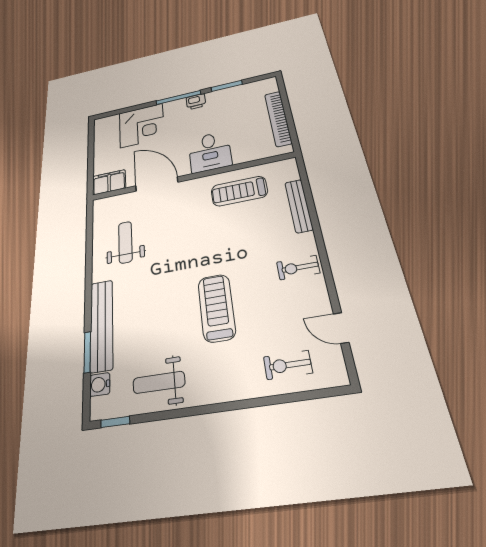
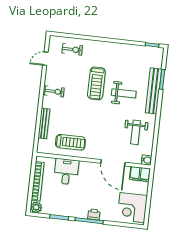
plant: (268, 86) -> (36, 207), added
printer: (196, 102) -> (94, 214), moved
corner desk: (142, 125) -> (132, 208), moved, turned -90
desk: (210, 152) -> (66, 172), moved
door: (341, 328) -> (45, 59), swing flipped
weight bench: (159, 382) -> (124, 93), moved
water cooler: (100, 385) -> (147, 160), moved

